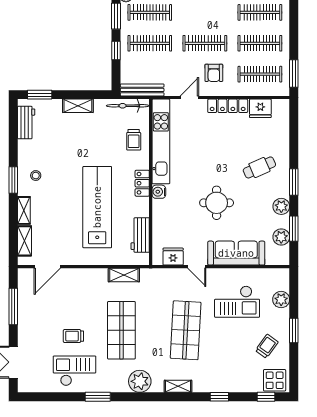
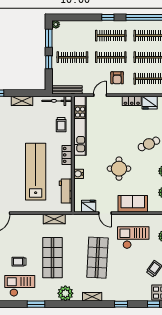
clothes rail: (150, 12) -> (111, 36), moved
locker: (228, 106) -> (132, 101), width x0.66
water cooler: (159, 192) -> (79, 174), moved
sofa: (236, 253) -> (133, 204), width x0.73
checkout: (237, 302) -> (133, 238), turned 180

